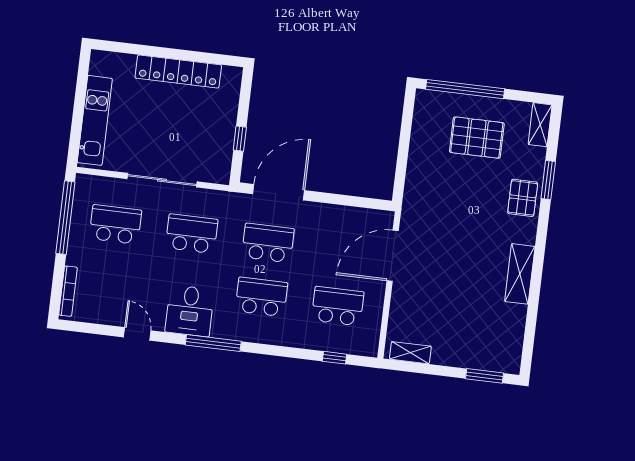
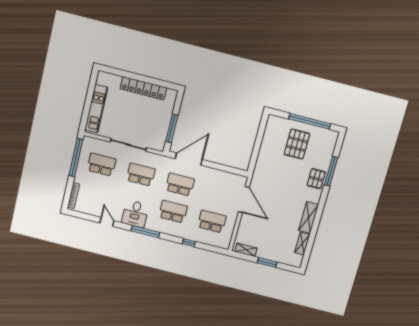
window: (465, 89) -> (310, 121), moved
shelving: (540, 125) -> (302, 244), moved
pallet: (477, 138) -> (297, 144), turned 90
window: (240, 139) -> (172, 128), width x2.17
window: (548, 180) -> (331, 171), width x1.44
door: (393, 256) -> (244, 200), swing flipped
window: (335, 358) -> (189, 243), moved
window: (484, 376) -> (267, 262), moved

